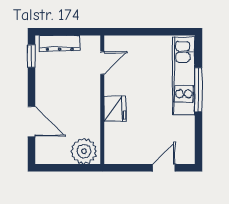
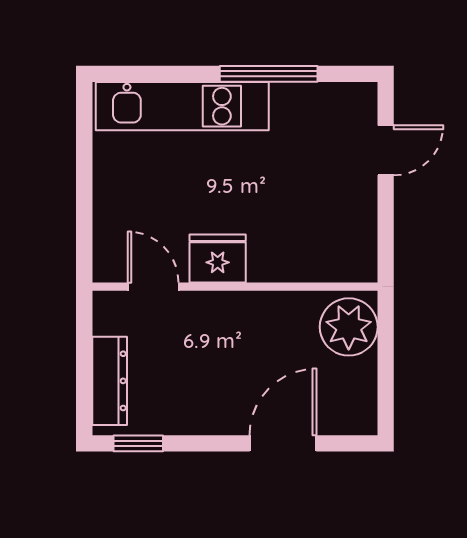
window: (198, 90) -> (269, 74), moved
fridge: (115, 109) -> (218, 259), moved
door: (164, 168) -> (386, 150), swing flipped

